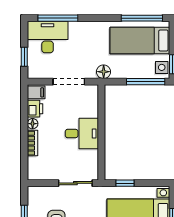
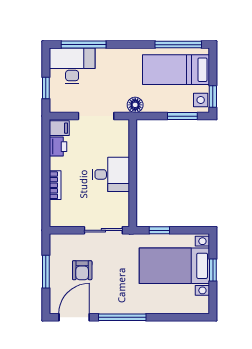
window: (146, 82) -> (182, 116), width x0.69
floor lamp: (33, 124) -> (55, 163), removed

